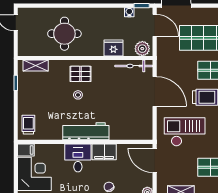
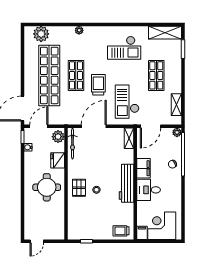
round table: (64, 34) -> (47, 187), moved
shelving: (36, 66) -> (129, 138), moved

